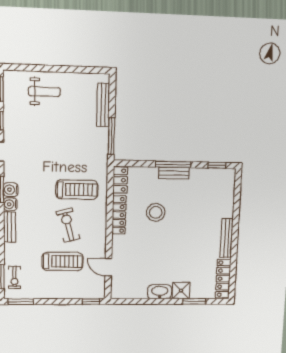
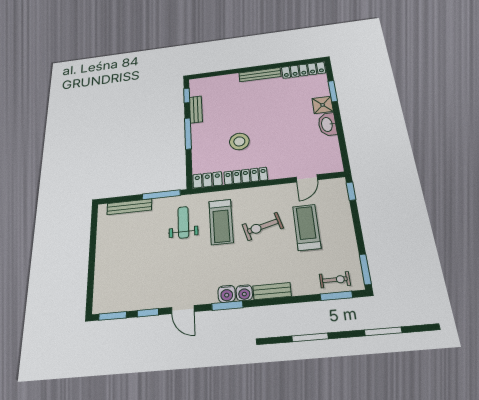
weight bench: (44, 92) -> (183, 222), moved
bench: (174, 173) -> (196, 109), moved
treadmill: (77, 190) -> (221, 222), turned 180

